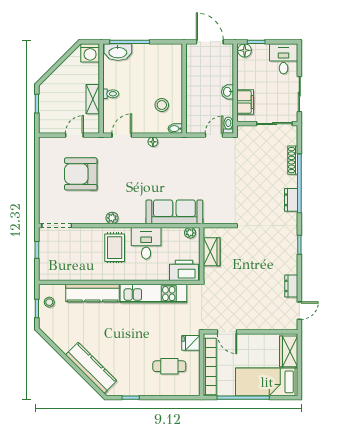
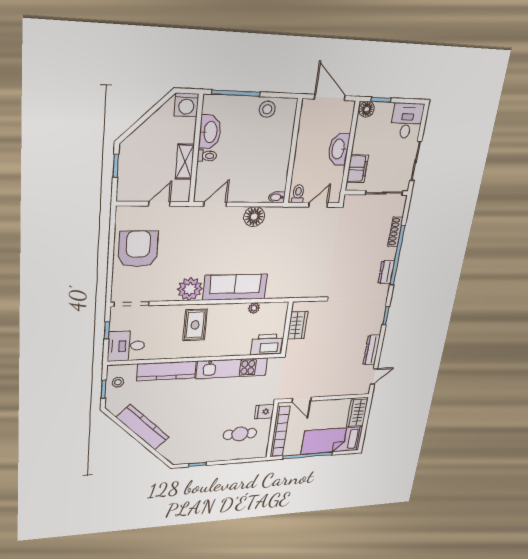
washbasin: (118, 52) -> (210, 132), moved, turned -90
washbasin: (228, 92) -> (339, 149), width x1.91, depth x1.45
stool: (162, 105) -> (267, 109), moved
toilet: (228, 125) -> (298, 194), moved
floor lamp: (153, 142) -> (254, 217), width x1.89, depth x1.89
armchair: (81, 174) -> (138, 249), moved, turned 90
sofa: (174, 212) -> (235, 287), moved
plant: (112, 218) -> (190, 289), width x1.87, depth x1.87
plant: (190, 233) -> (254, 308), moved
desk: (146, 243) -> (126, 346), moved, turned -90
dresser: (291, 286) -> (372, 350), width x1.44
kitchen counter: (91, 368) -> (143, 427), moved

